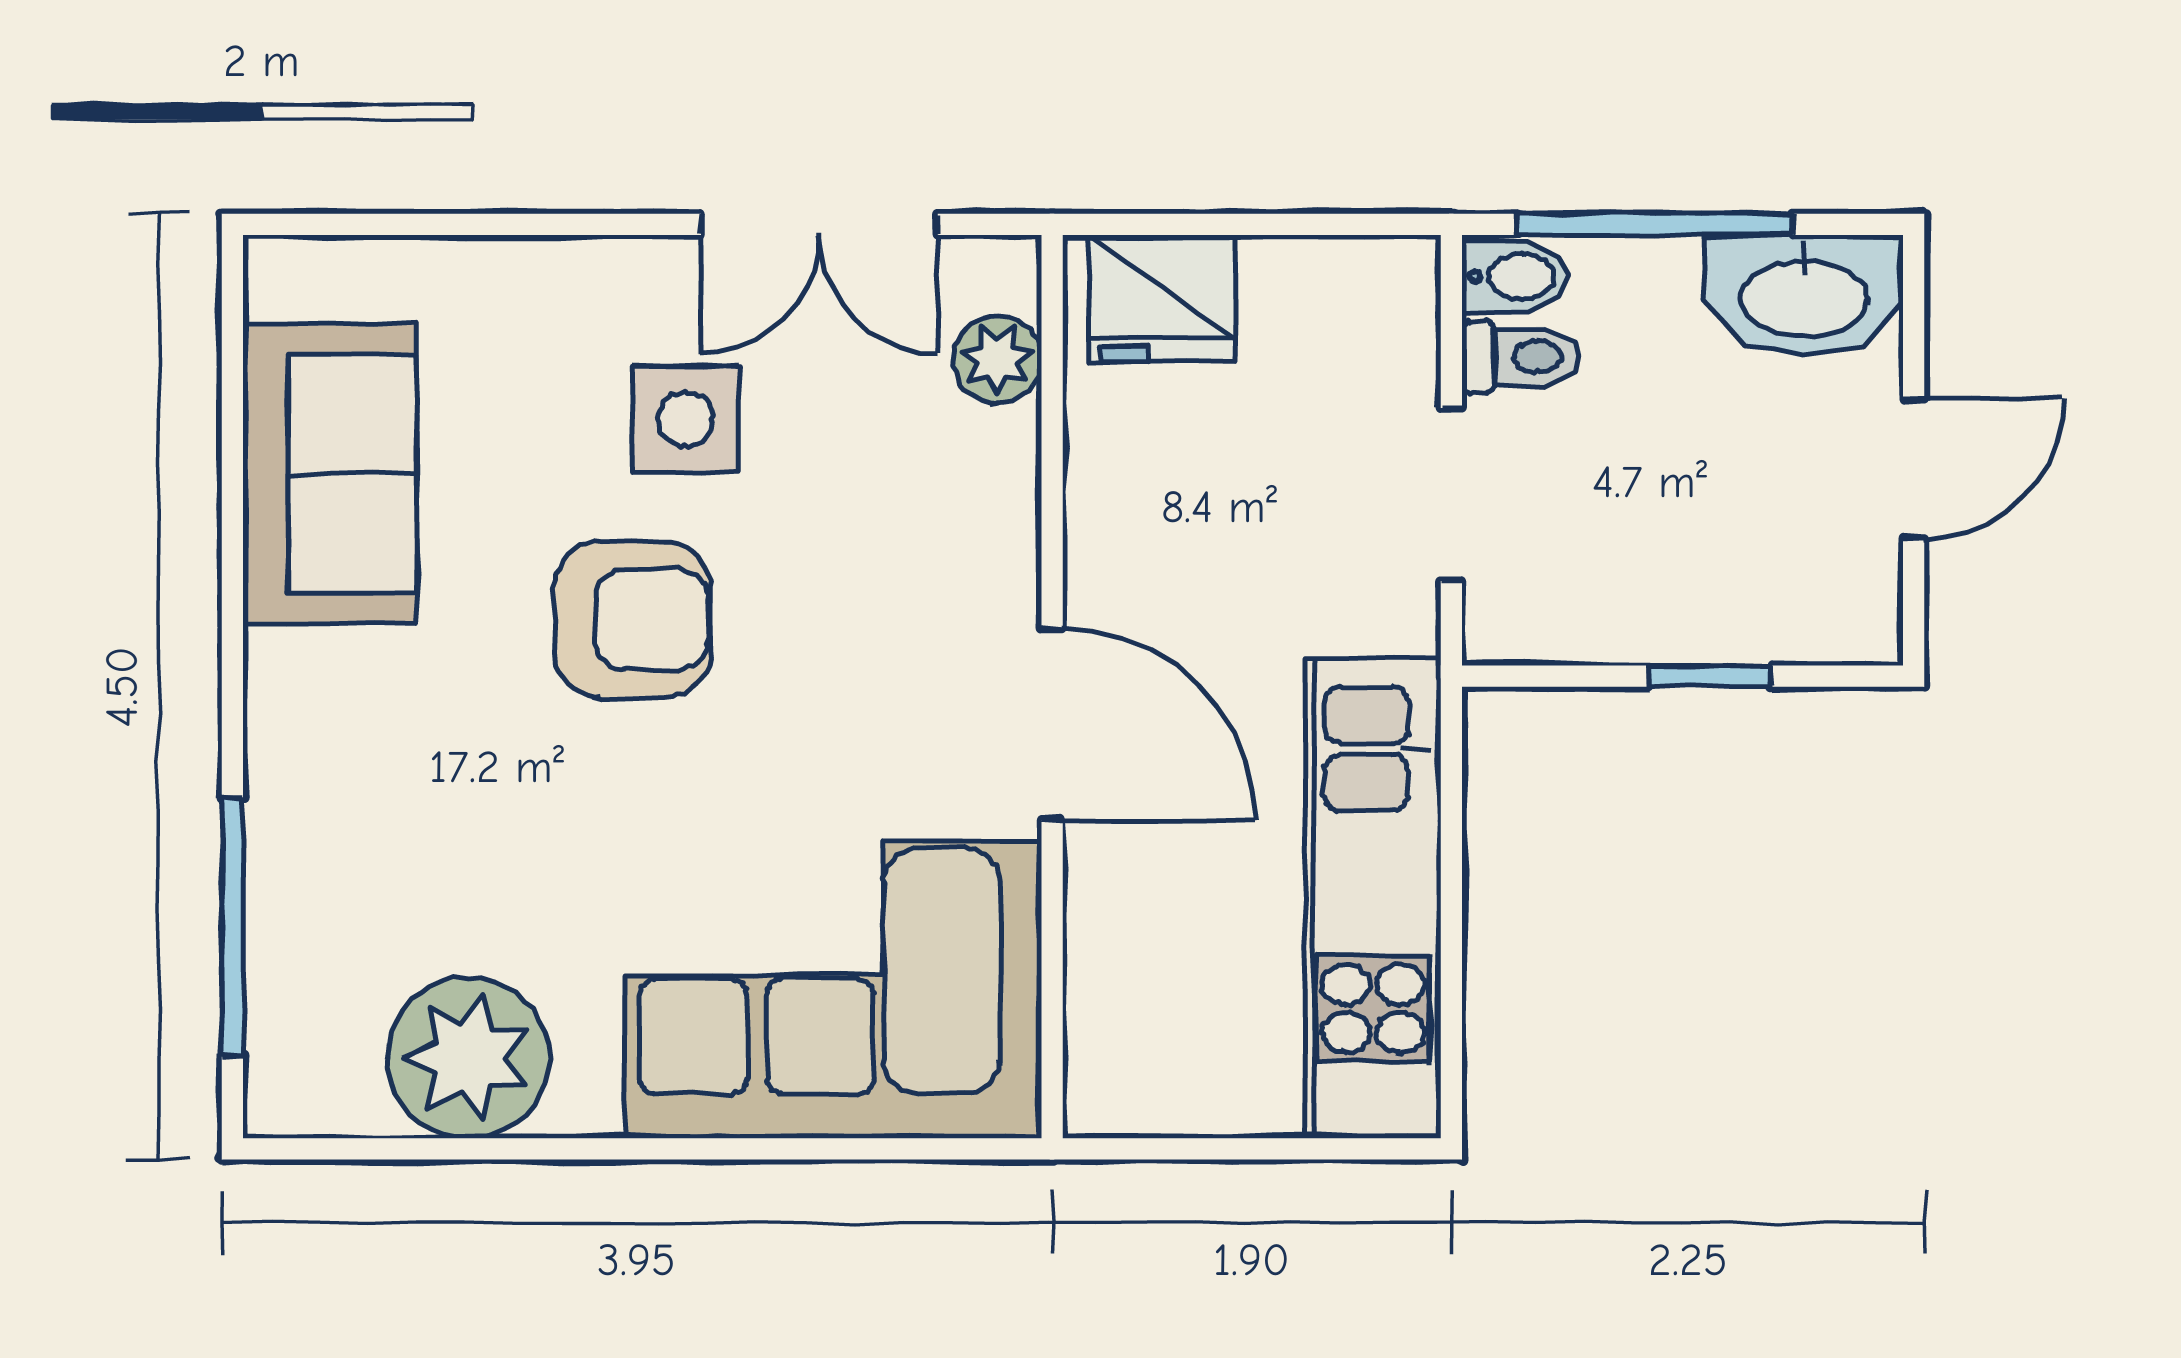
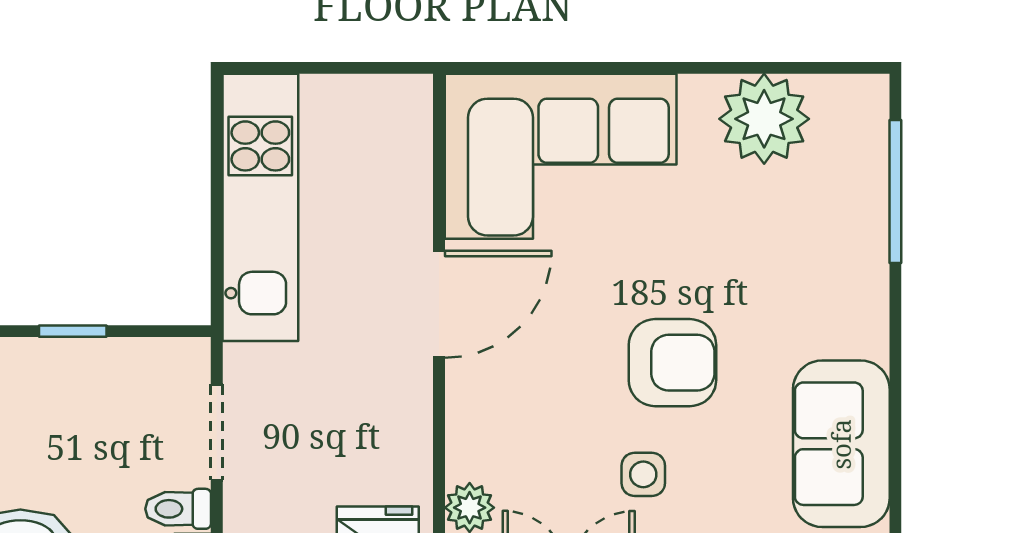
side table: (685, 419) -> (643, 474), width x0.73, depth x0.73
armchair: (633, 620) -> (672, 363), turned 180
door: (1052, 724) -> (439, 304), swing flipped

